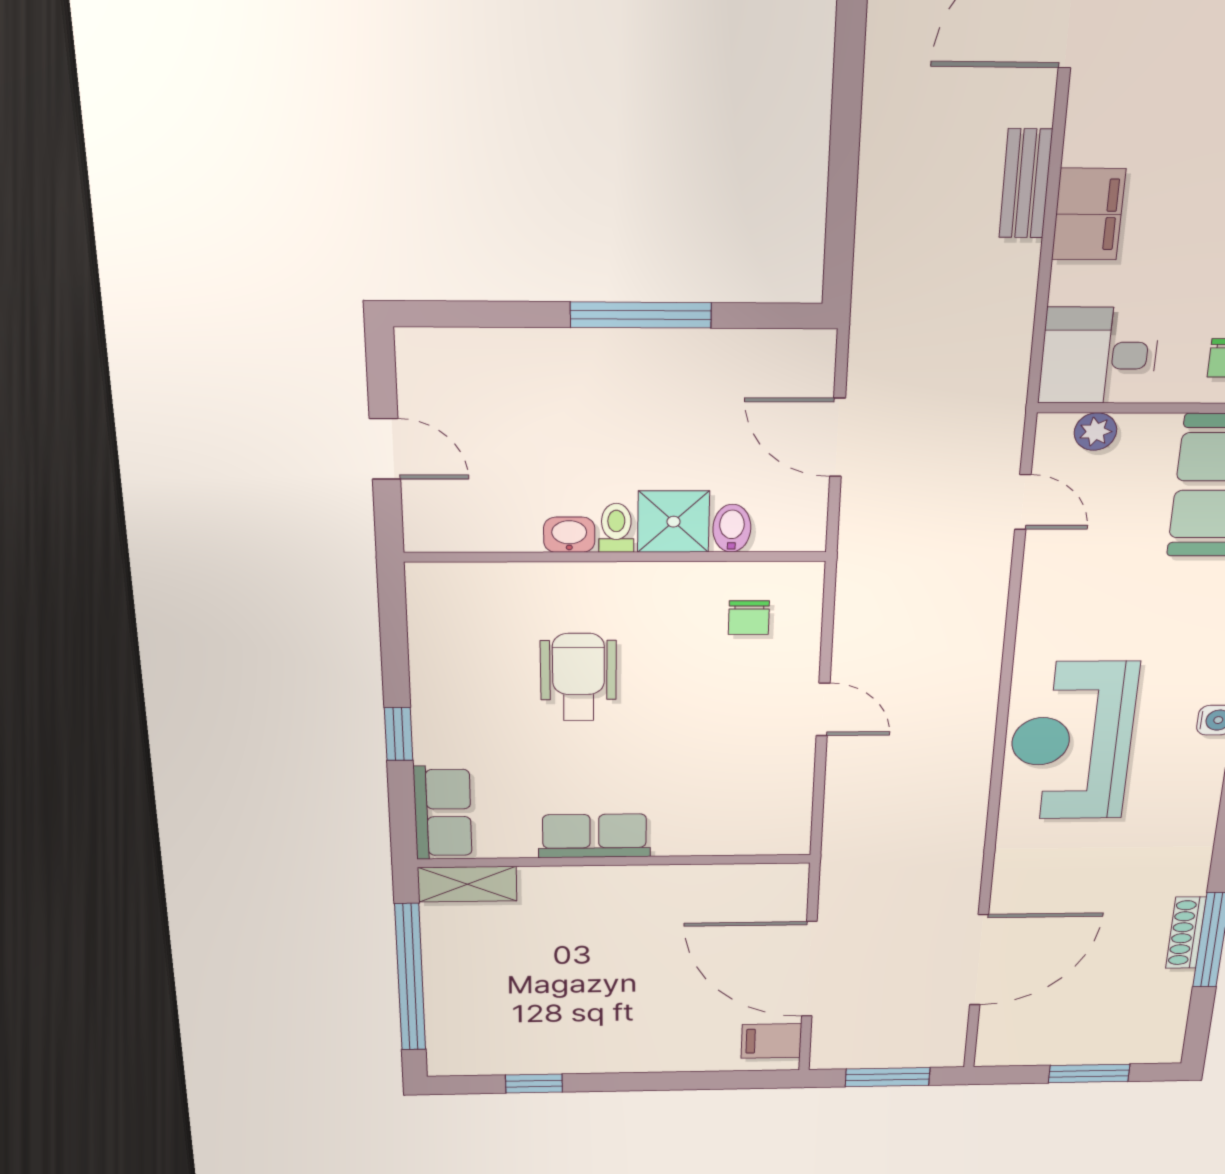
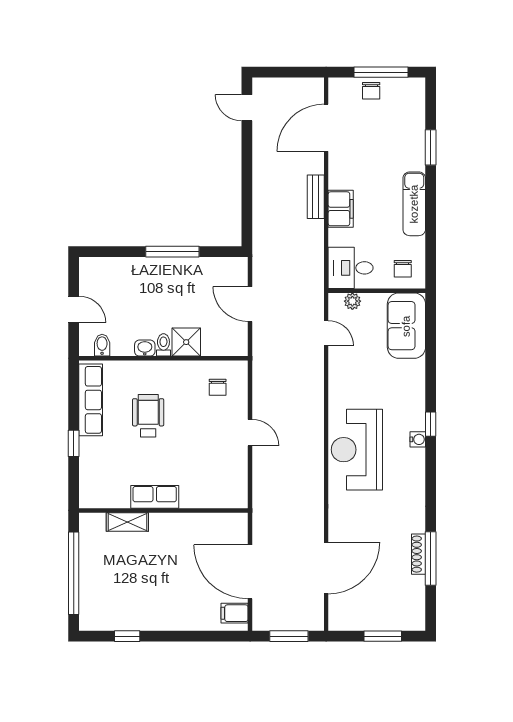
bidet: (732, 528) -> (102, 345), moved
row of seats: (443, 813) -> (91, 400), moved, width x1.48
shelving: (467, 884) -> (127, 522), moved

